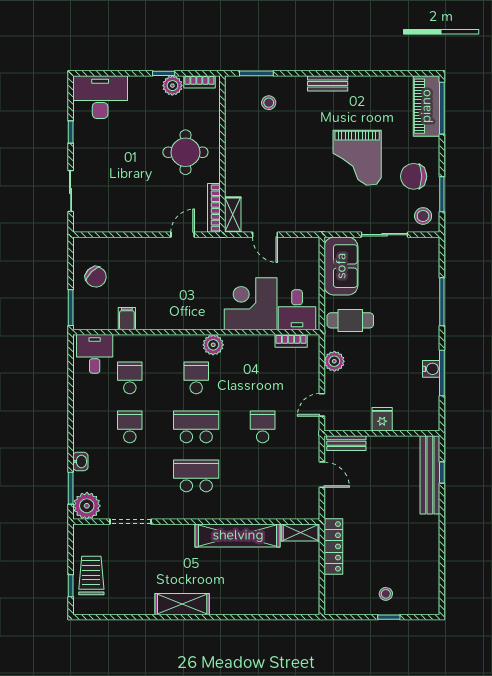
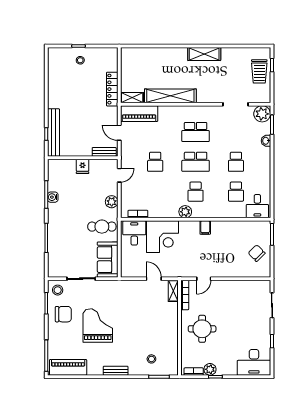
piano: (426, 106) -> (68, 367), moved, turned -90
filing cabinet: (127, 319) -> (205, 228), moved
piano: (289, 506) -> (139, 114), added

